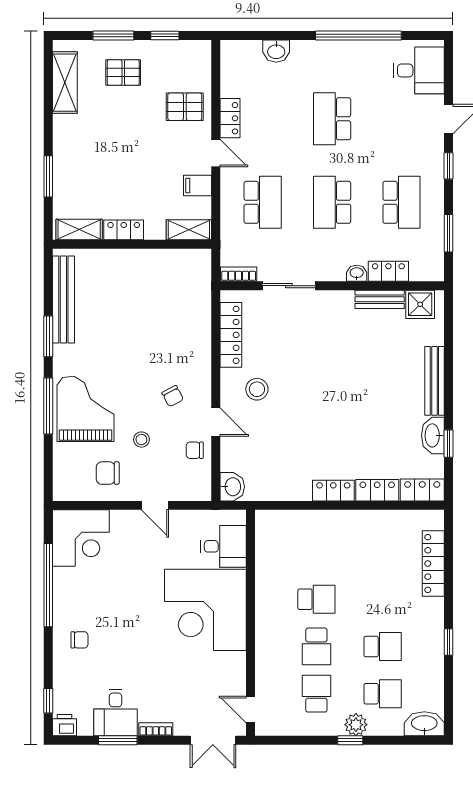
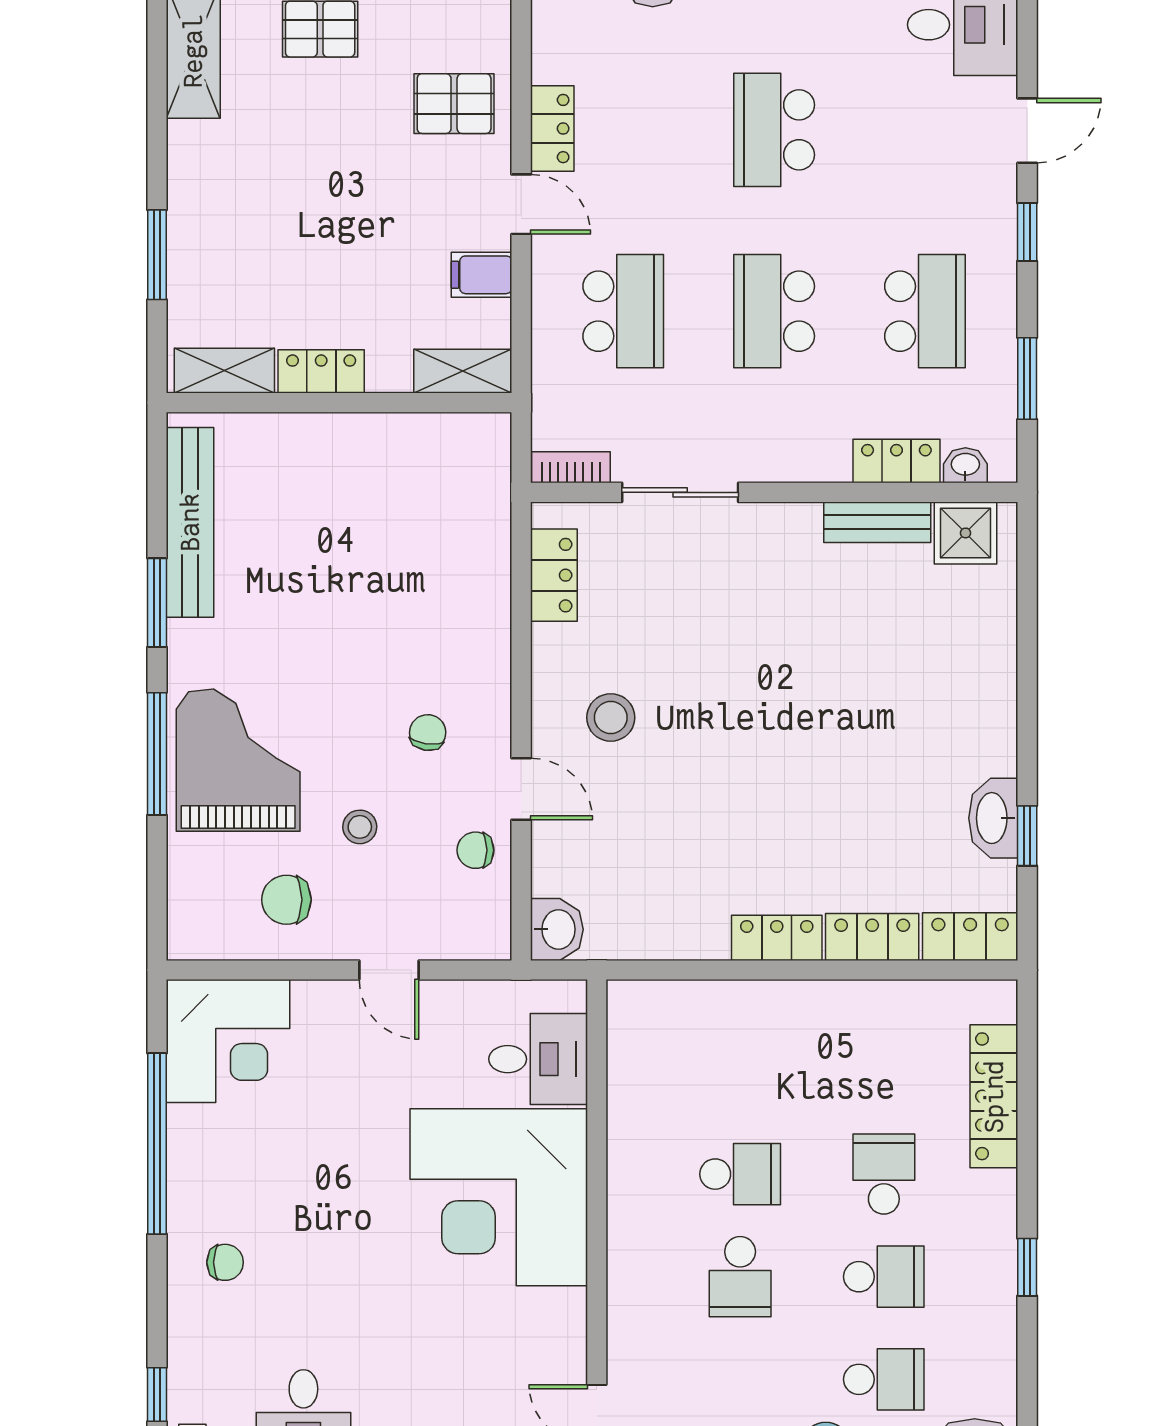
washbasin: (357, 273) -> (965, 465), moved
locker: (231, 335) -> (554, 575), width x0.66
bench: (434, 381) -> (997, 699), removed
chair: (173, 396) -> (428, 733), turned -144
school desk: (316, 694) -> (884, 1174), moved

